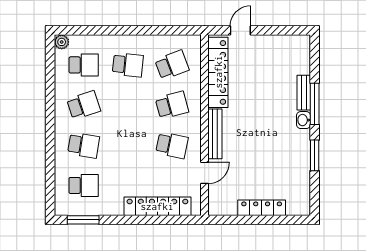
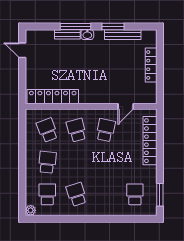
door: (240, 30) -> (22, 50), moved
bench: (215, 134) -> (123, 35), moved
school desk: (84, 145) -> (106, 194), removed
door: (205, 173) -> (126, 106), swing flipped

